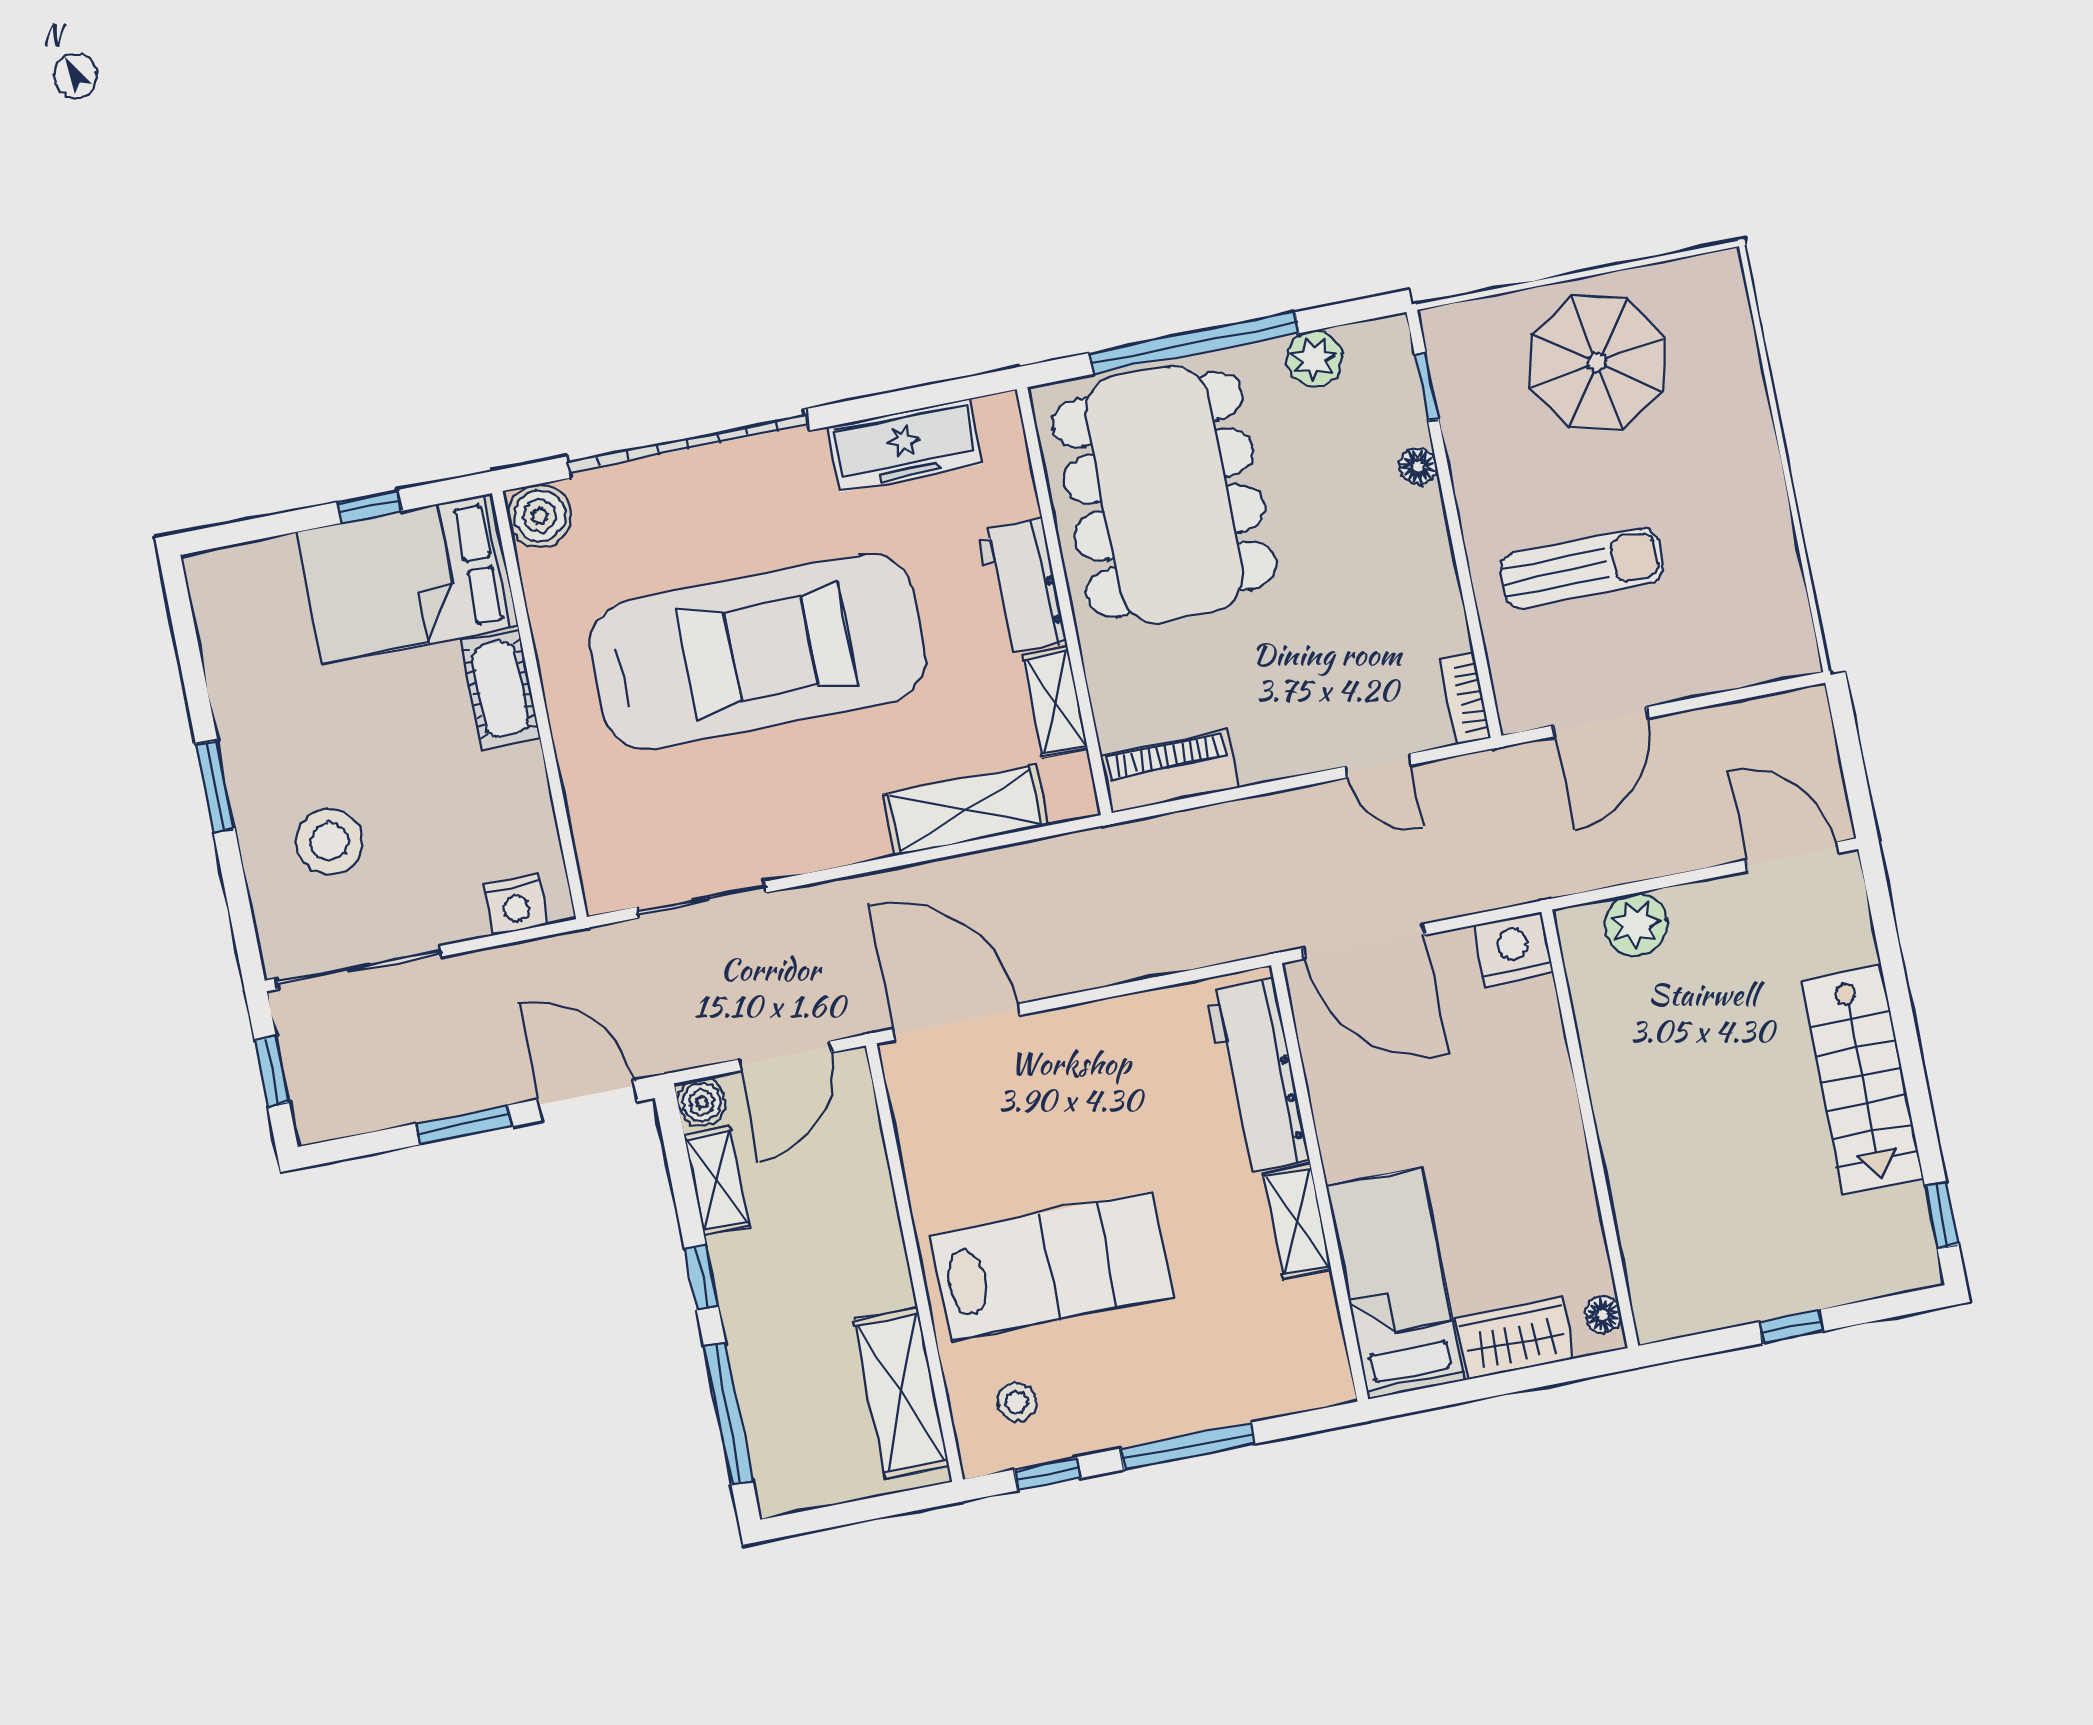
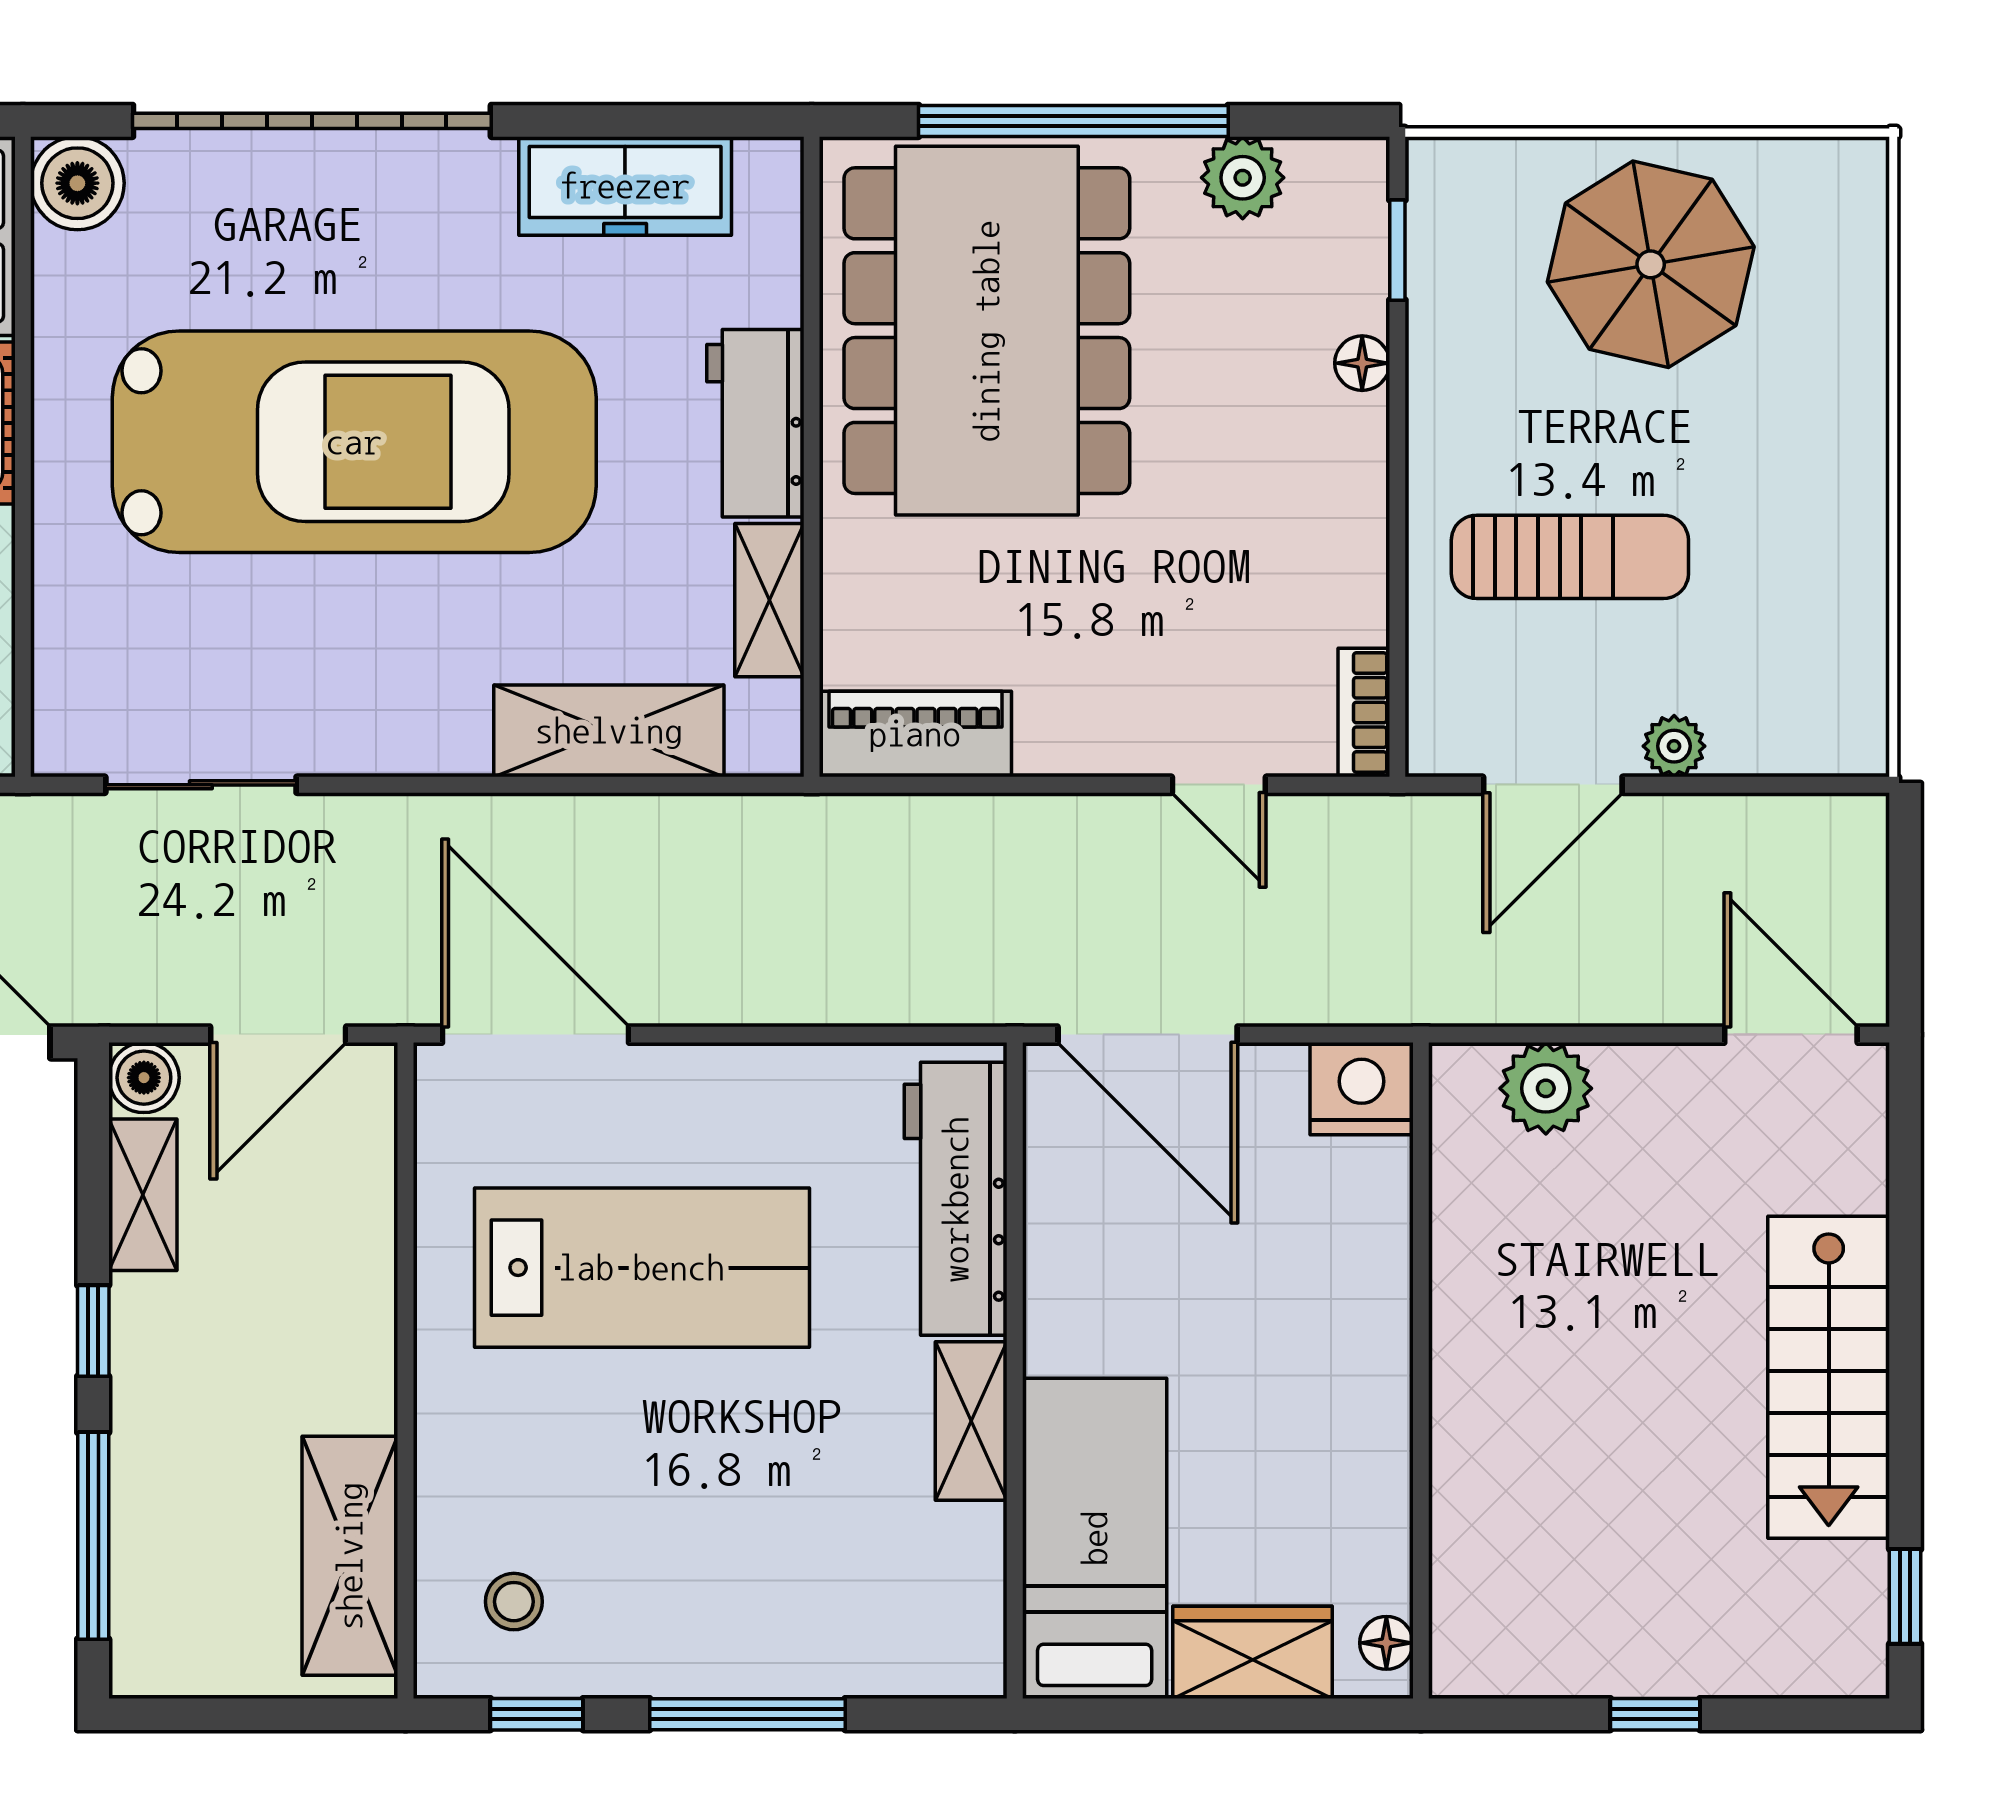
plant: (1676, 680) -> (1674, 746), added
lab bench: (1052, 1266) -> (642, 1268), moved

